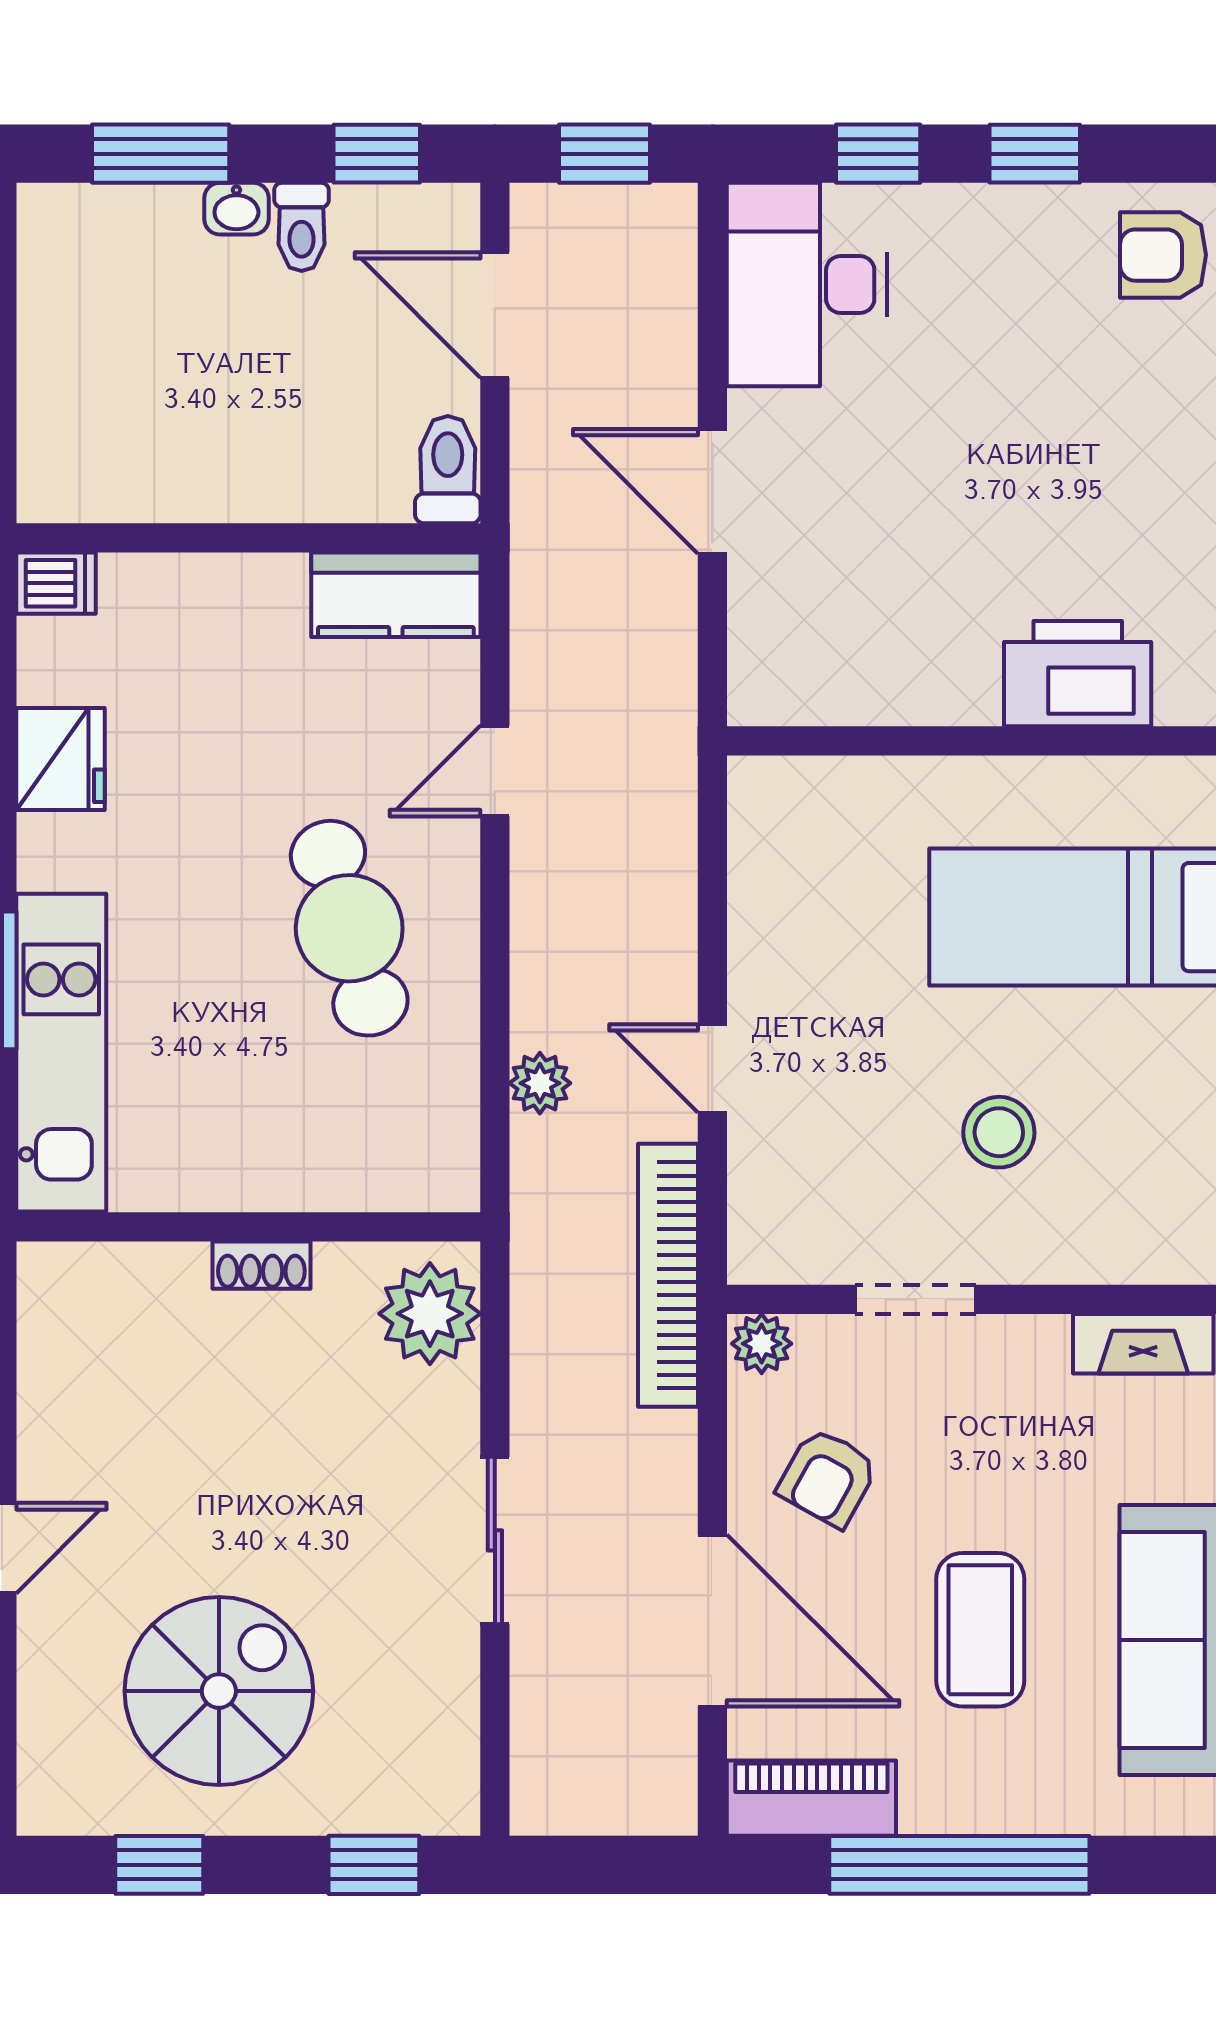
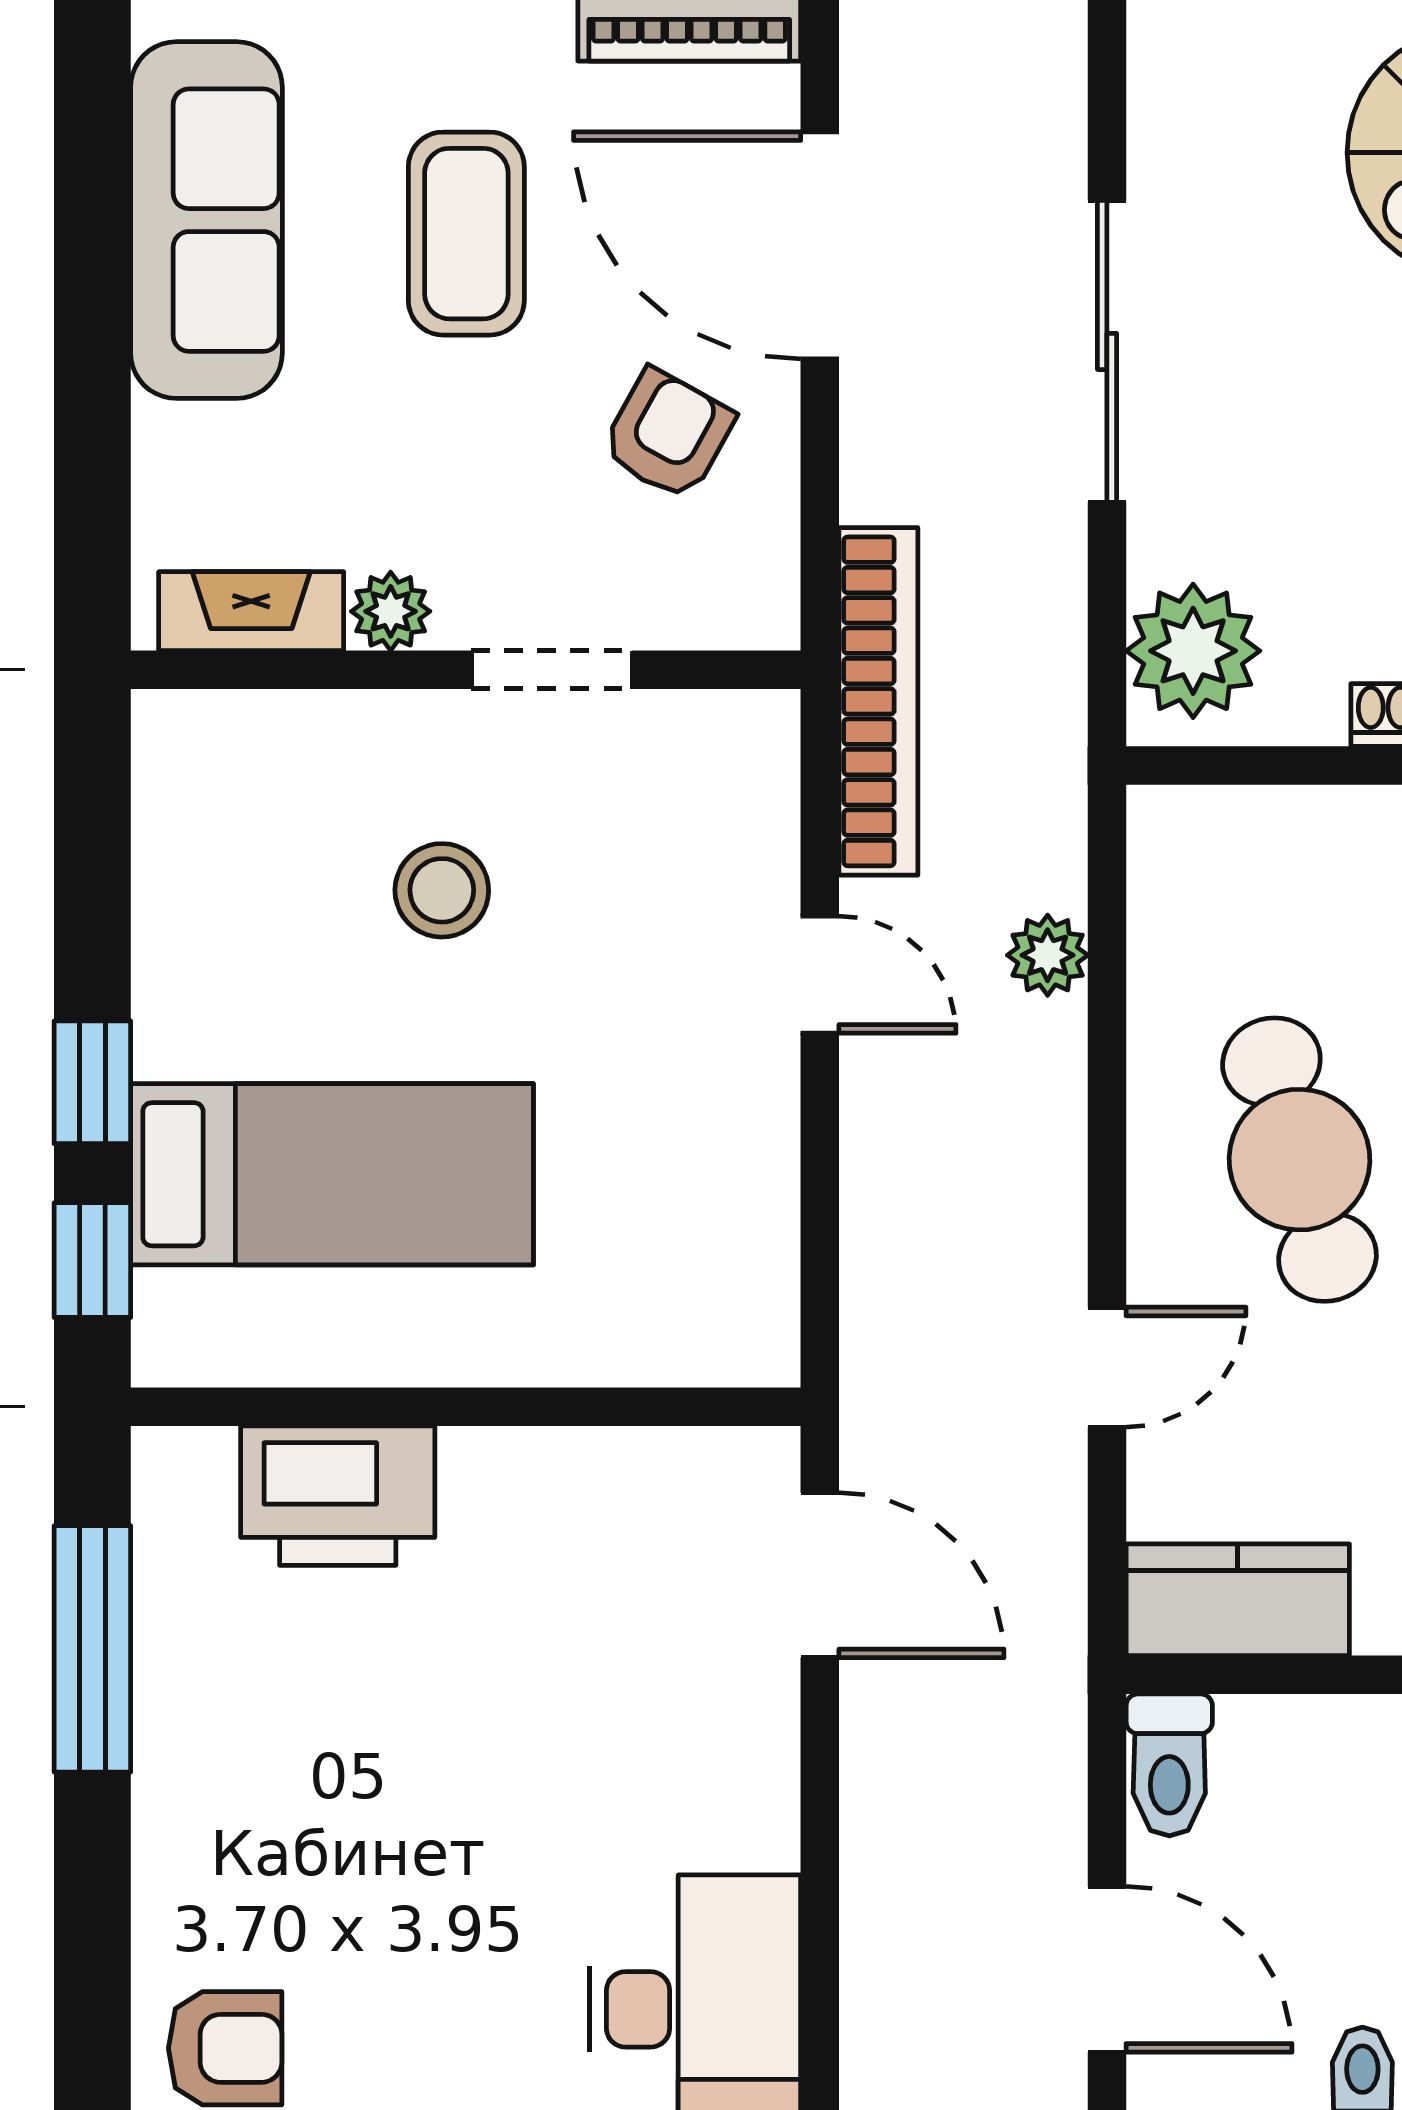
door: (712, 491) -> (820, 1575), moved
plant: (762, 1344) -> (391, 611), moved
sliding door: (495, 1540) -> (1107, 351), width x1.37

